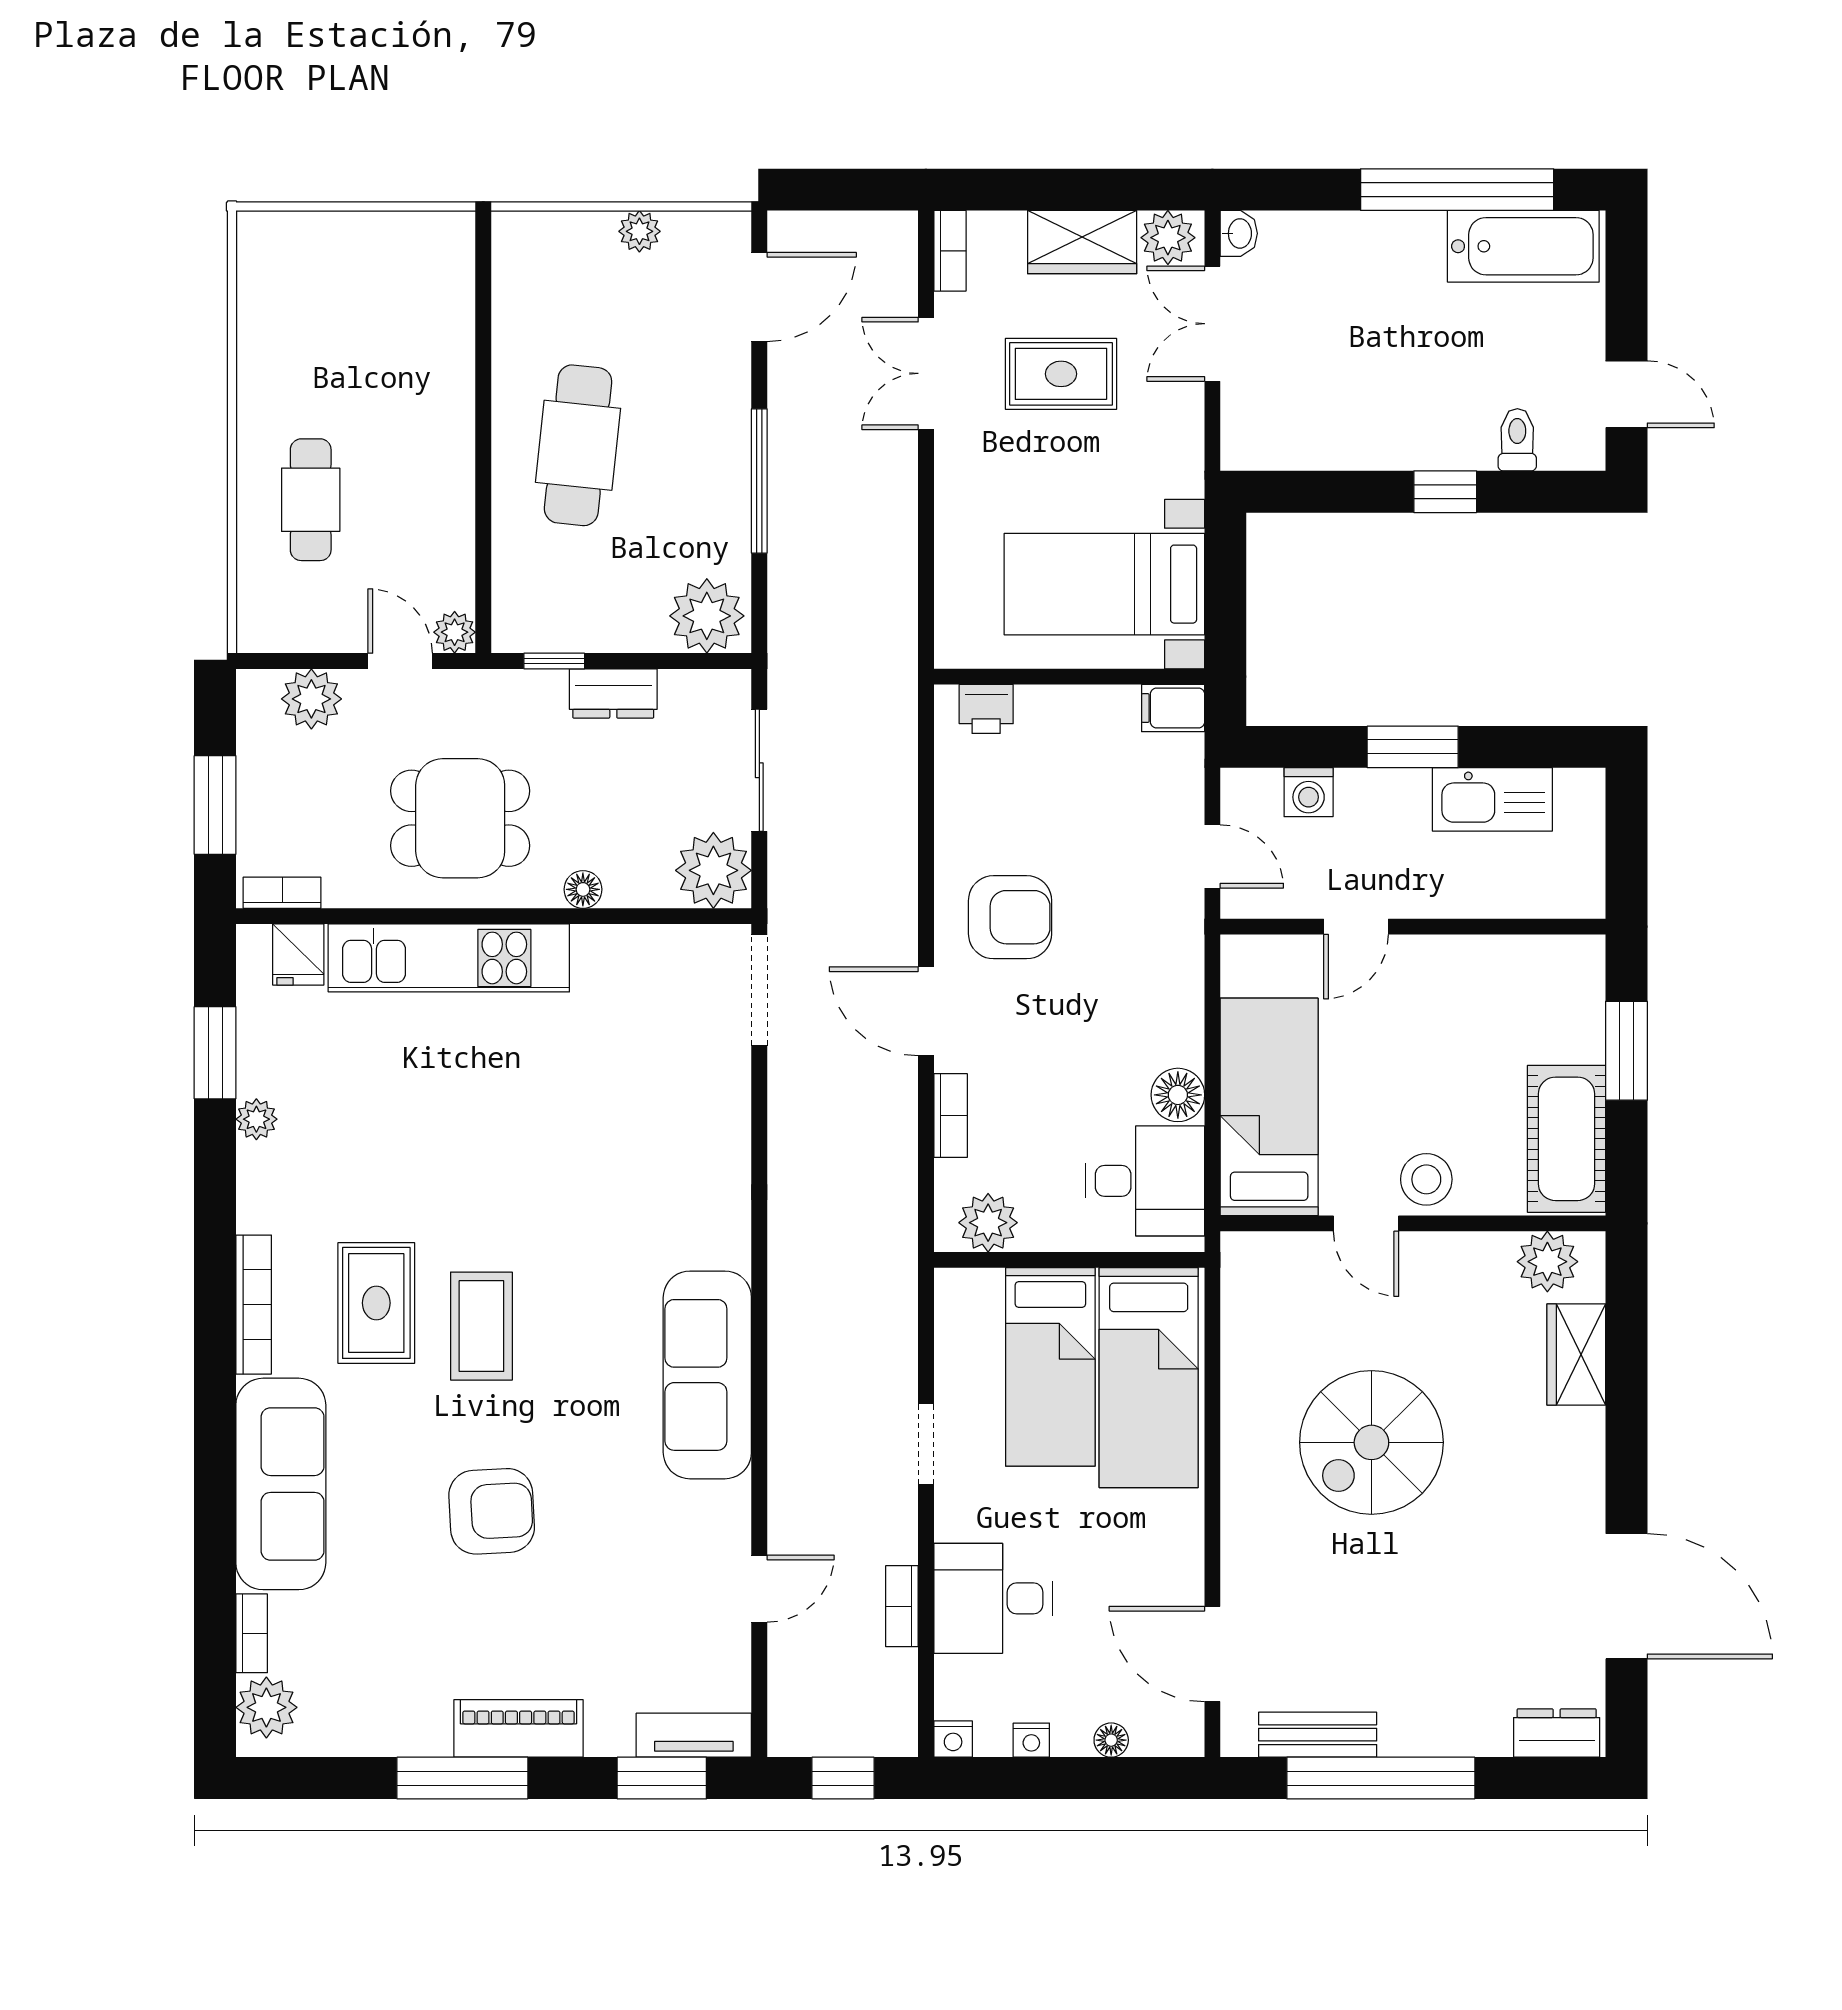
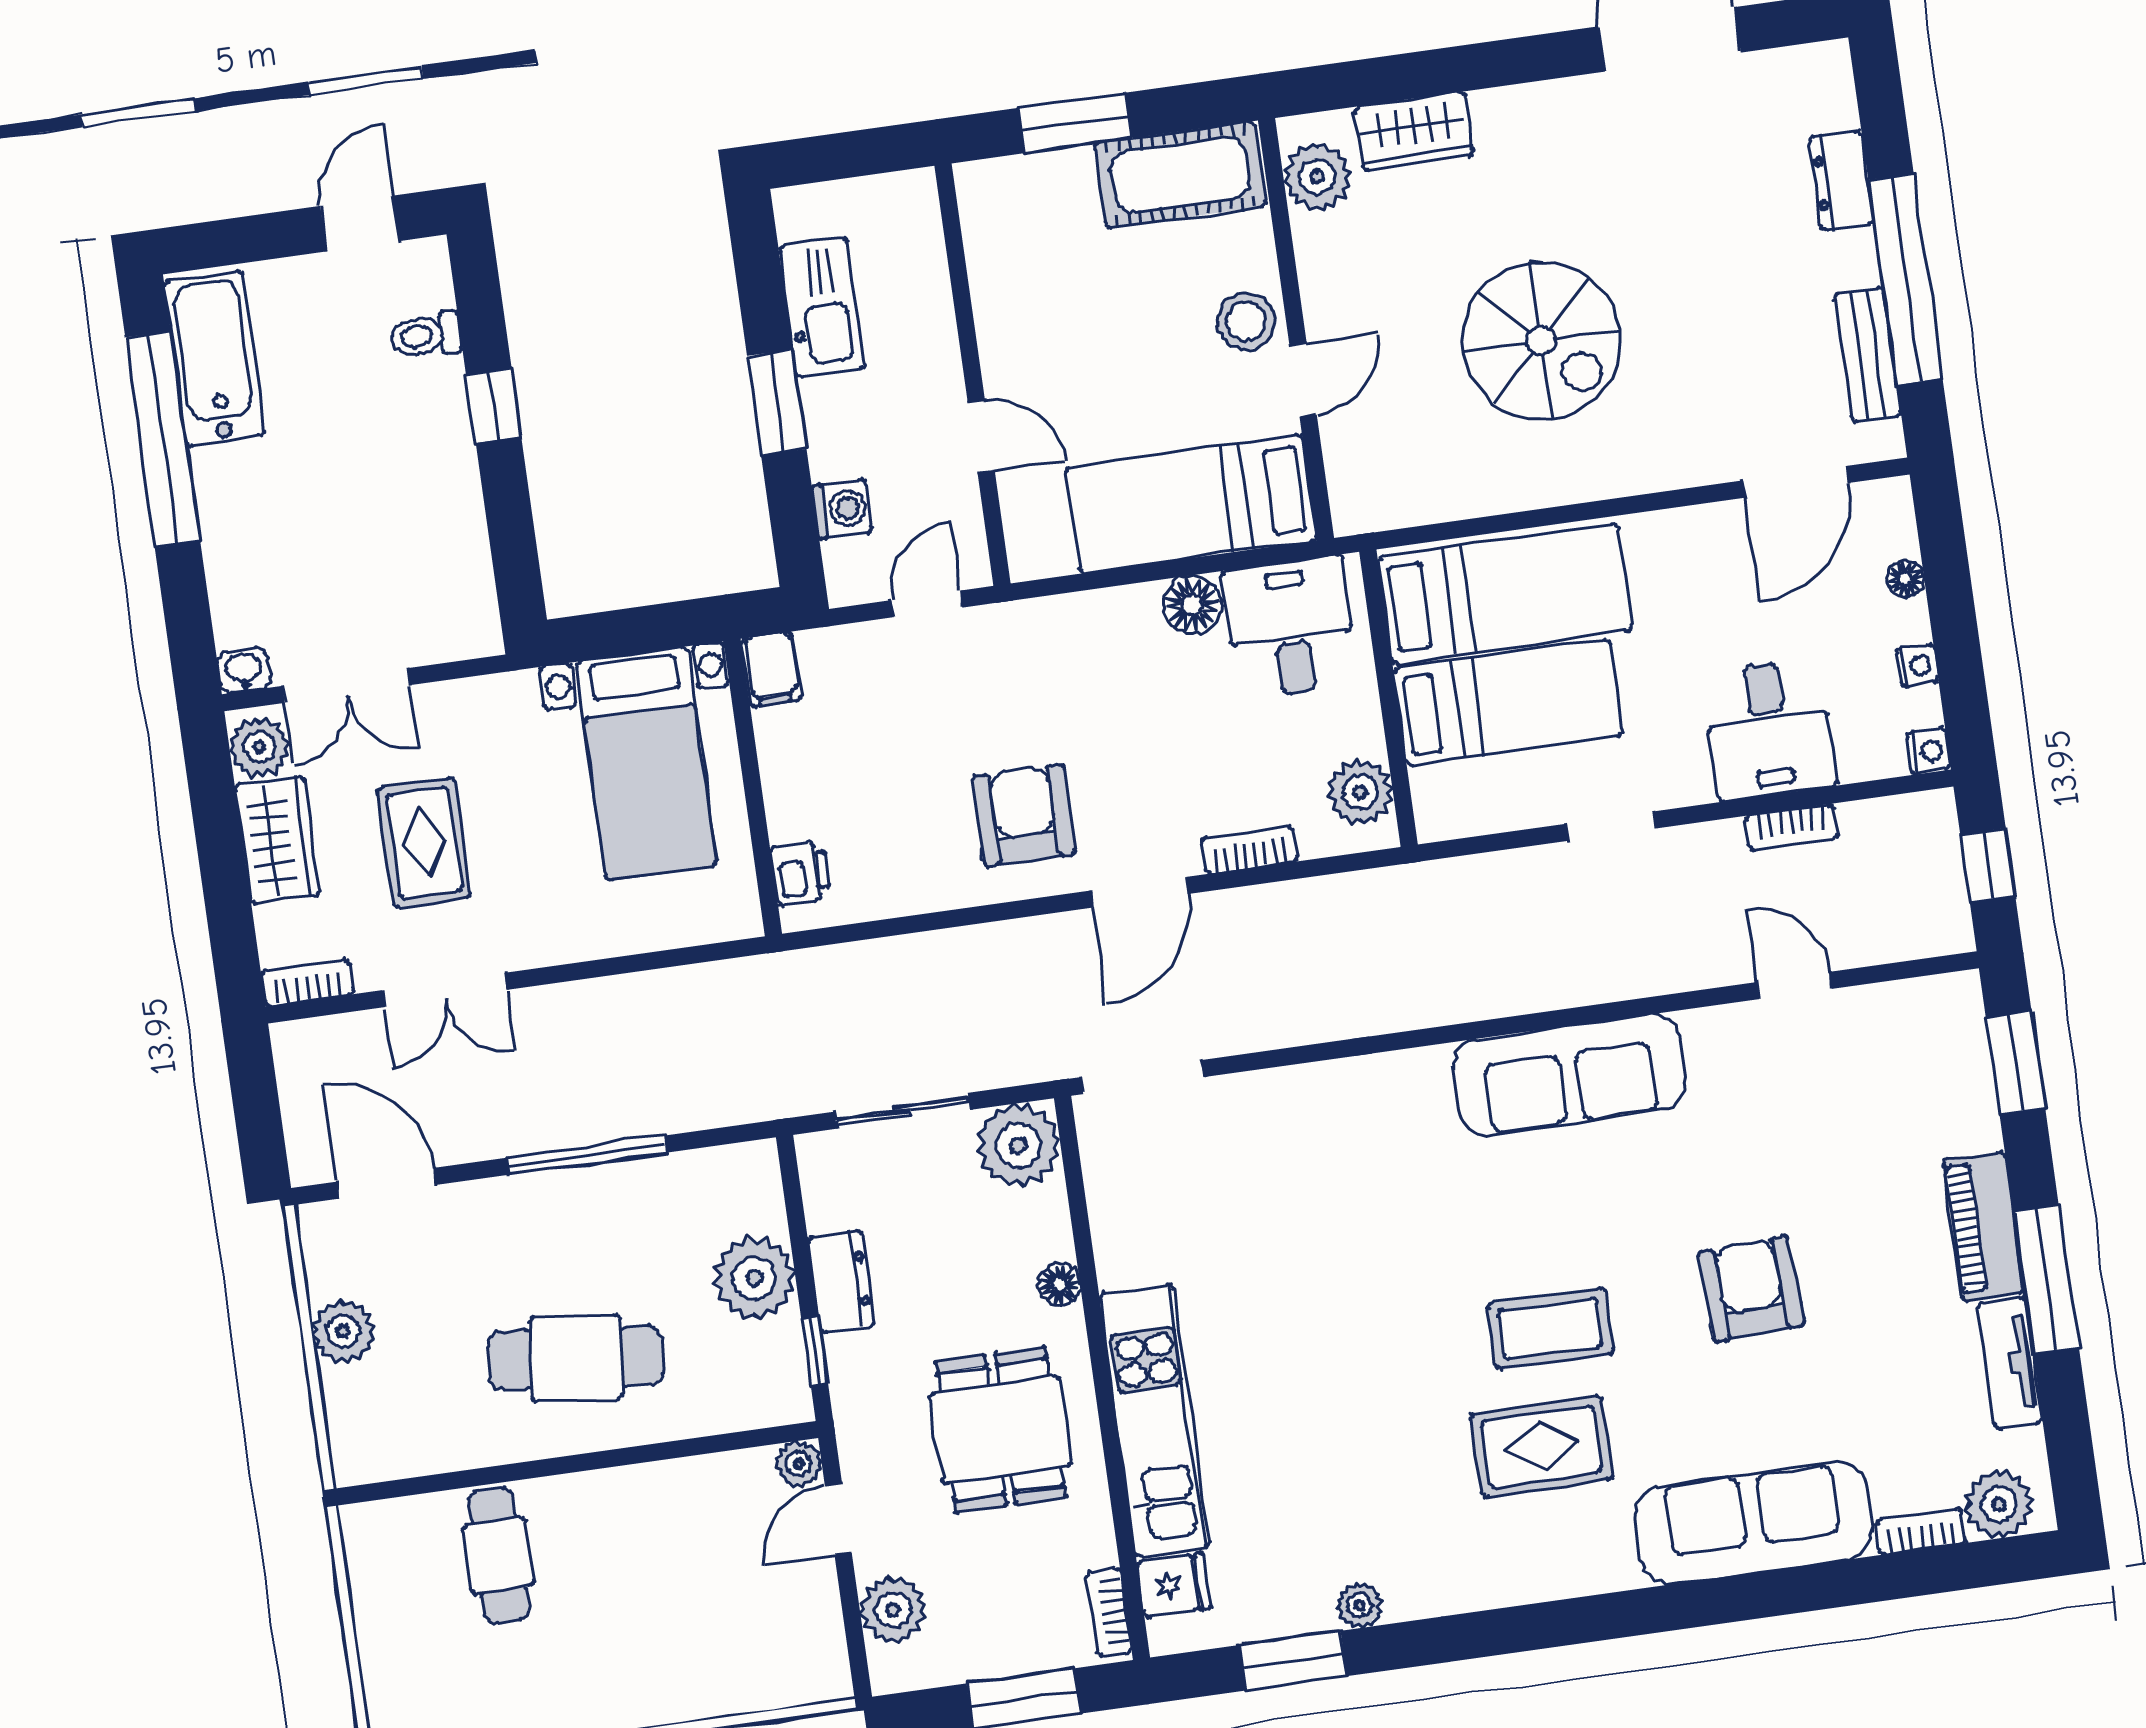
plant: (639, 231) -> (343, 1331), width x1.38, depth x1.38
cafe table: (311, 500) -> (499, 1556), moved, turned 90
plant: (707, 616) -> (754, 1278), moved
bookcase: (254, 1305) -> (1562, 1580), removed
dresser: (1557, 1733) -> (1841, 181), moved
tv unit: (694, 1735) -> (2010, 1363), moved

